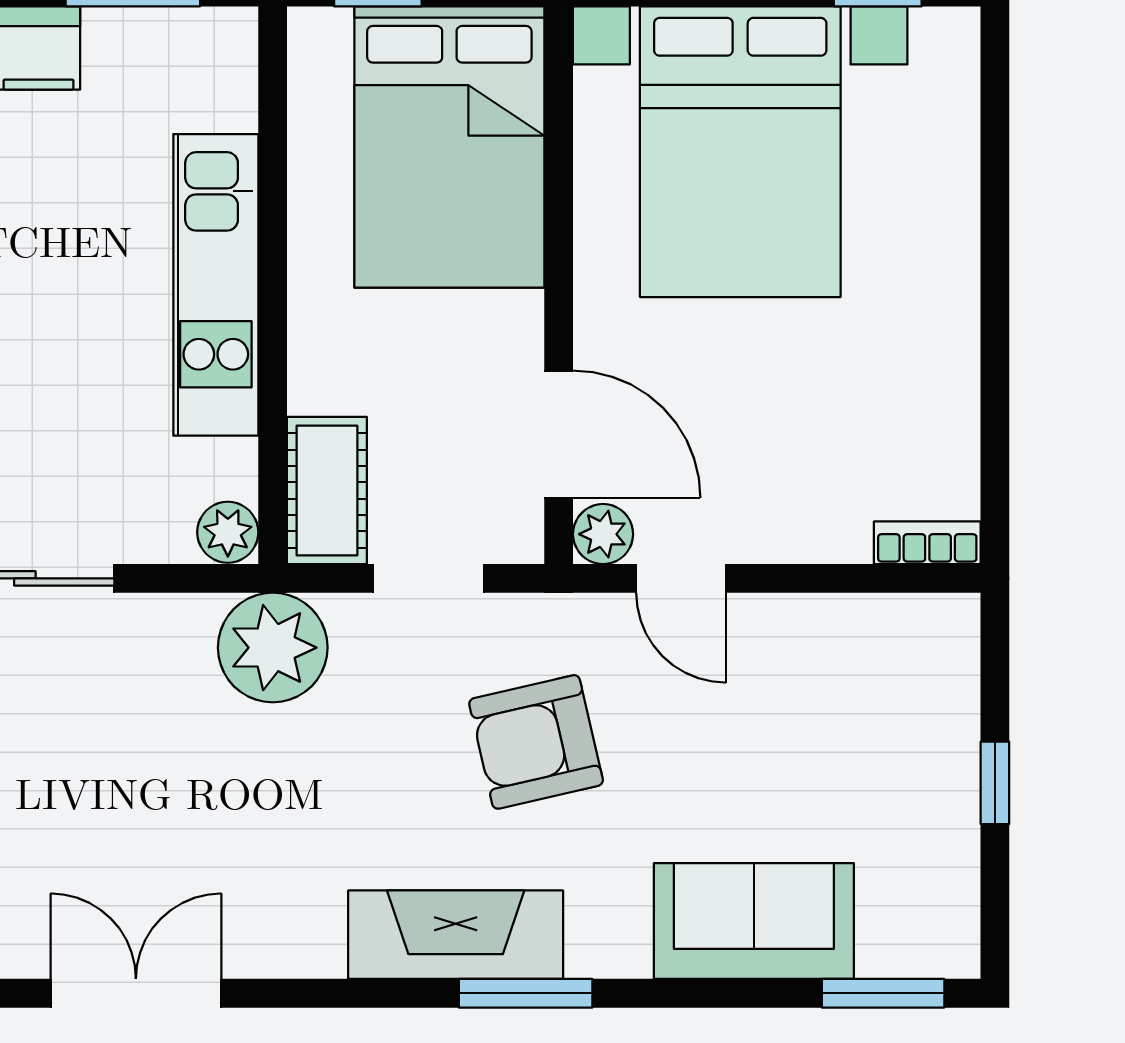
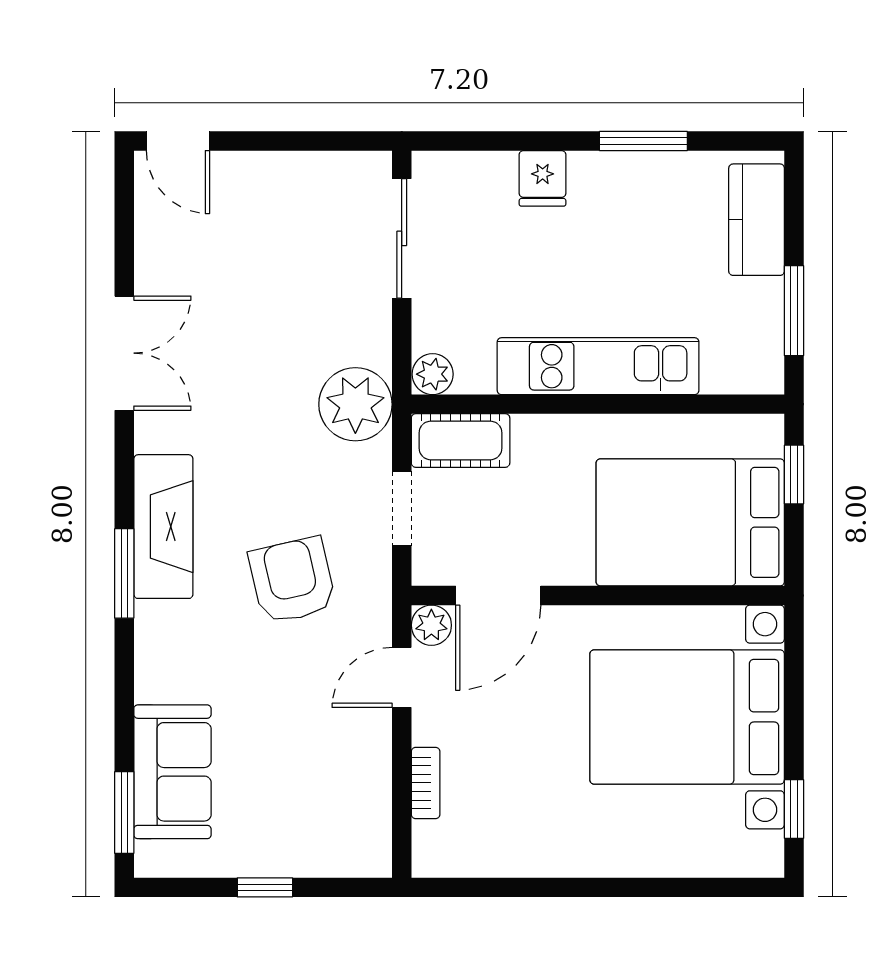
bookcase: (927, 543) -> (426, 783), moved
sofa: (754, 921) -> (172, 772), moved
double door: (136, 993) -> (124, 353), moved

